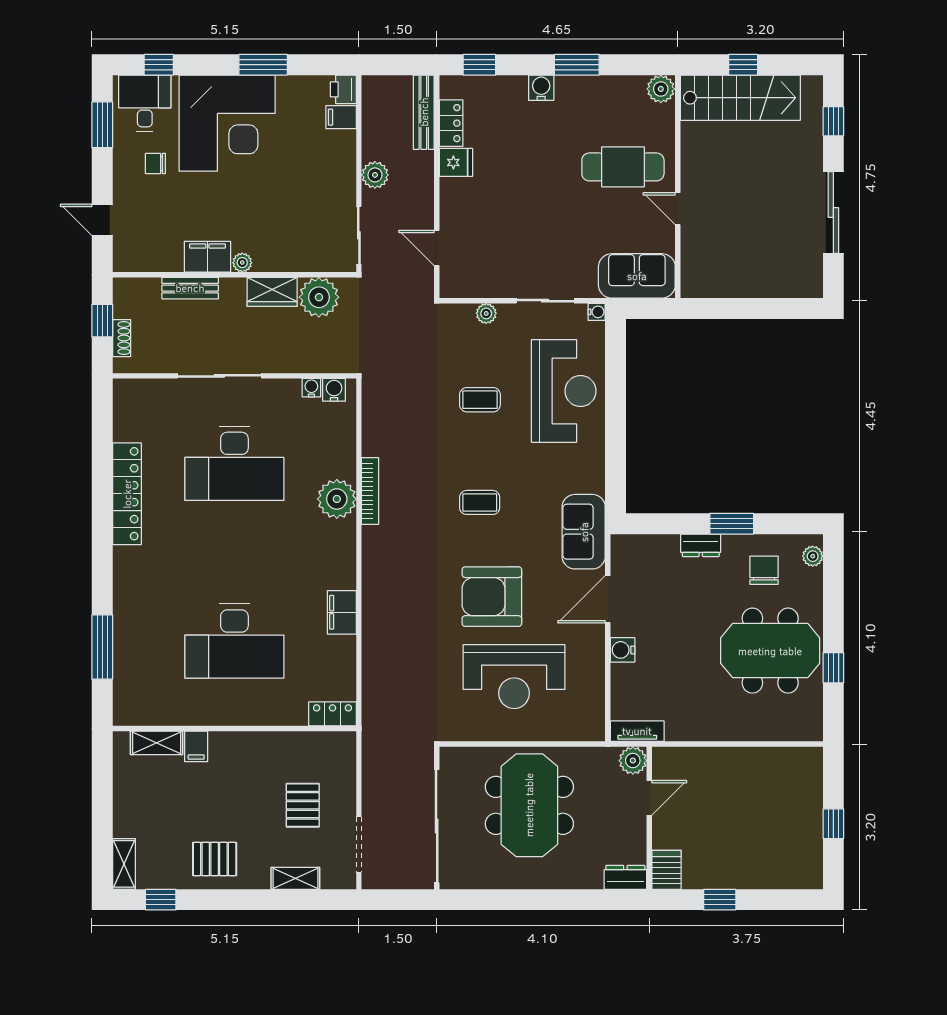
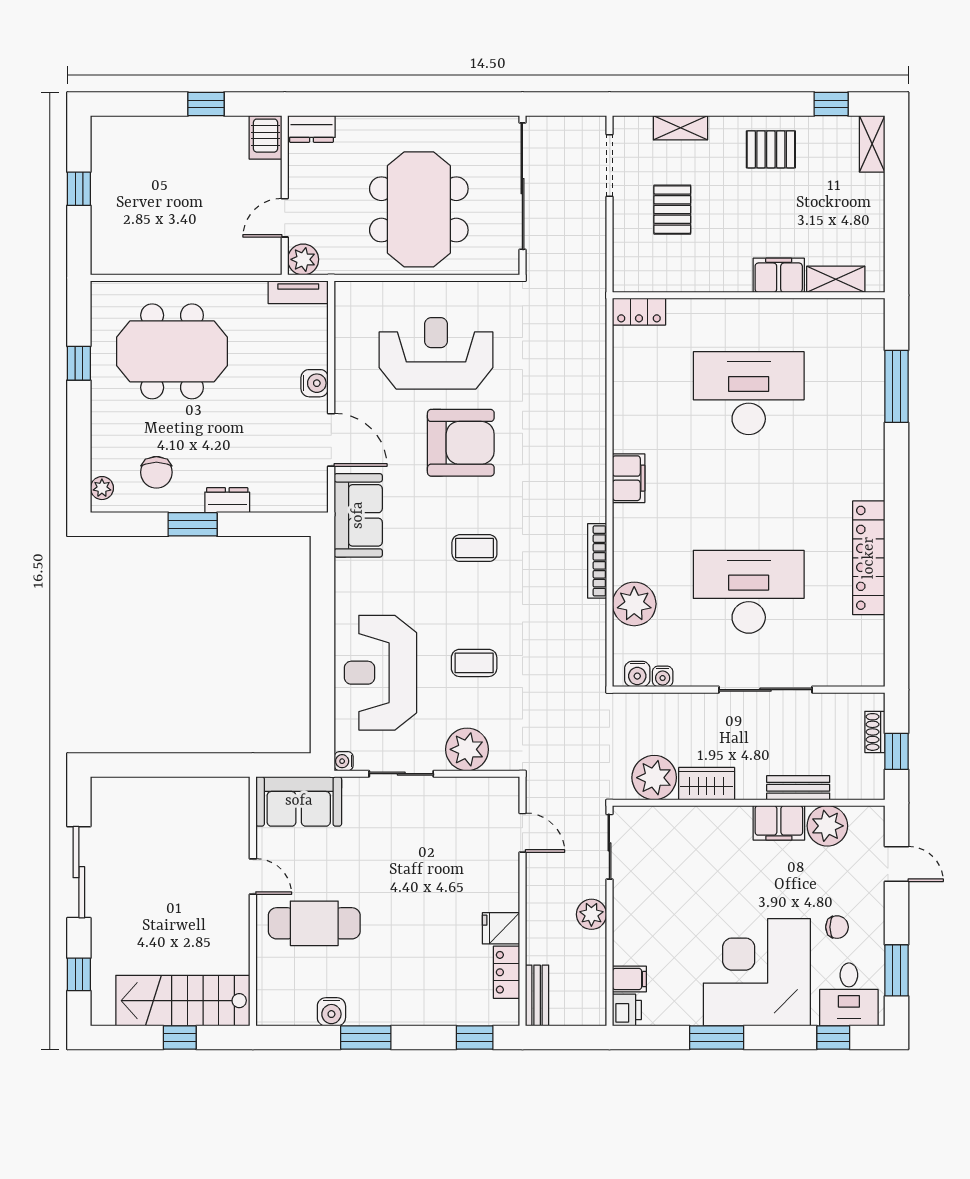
water cooler: (541, 88) -> (331, 1012), moved
plant: (661, 89) -> (272, 1010), removed
bench: (424, 112) -> (537, 995), width x0.73
plant: (242, 263) -> (827, 826), moved, width x1.88, depth x1.88
plant: (486, 313) -> (467, 749), width x1.87, depth x1.87
plant: (337, 499) -> (634, 604), moved
door: (608, 599) -> (331, 440), hinge flipped
filing cabinet: (342, 612) -> (629, 478), moved
meeting table: (770, 651) -> (172, 351), moved
filing cabinet: (196, 746) -> (779, 275), width x2.00

